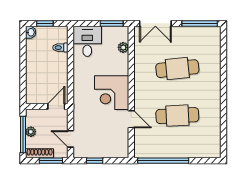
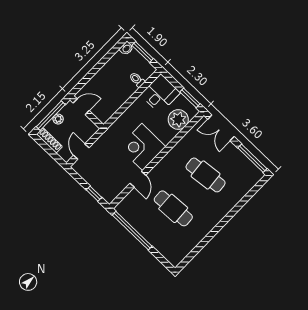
window: (45, 23) -> (143, 52), width x1.50
plant: (123, 47) -> (178, 119), width x1.87, depth x1.87
door: (56, 107) -> (81, 107), moved
window: (51, 161) -> (52, 153), removed
window: (95, 161) -> (94, 194), moved

